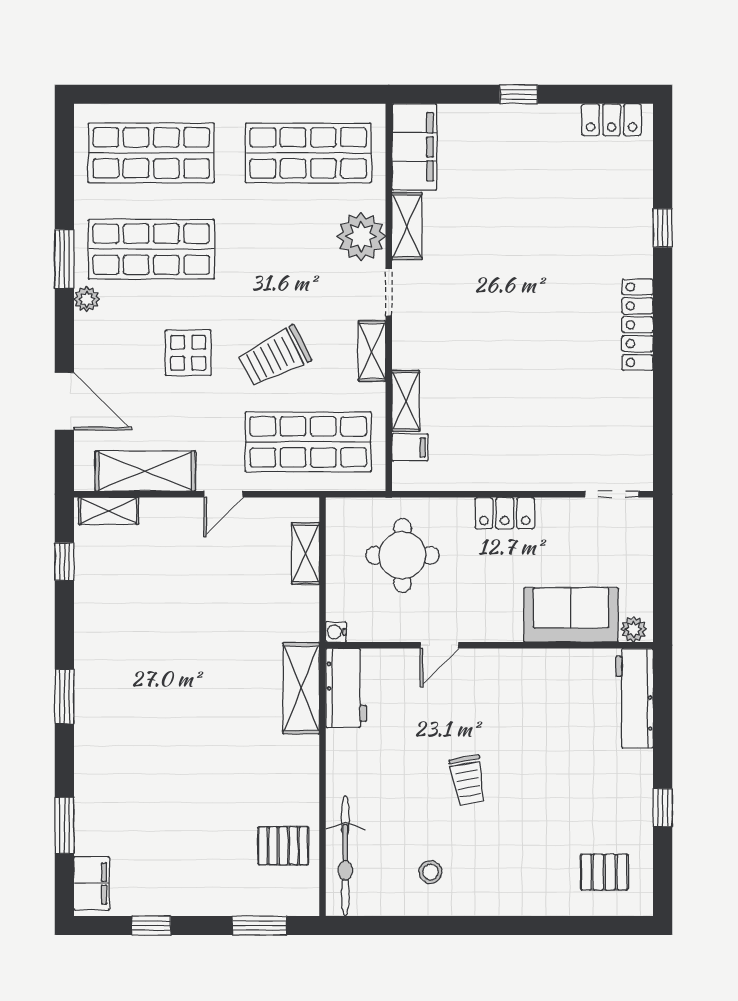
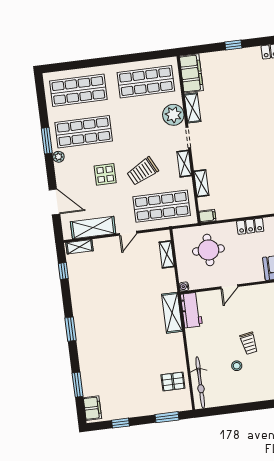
filing cabinet: (410, 447) -> (207, 216), moved
stool: (430, 872) -> (237, 366), moved

